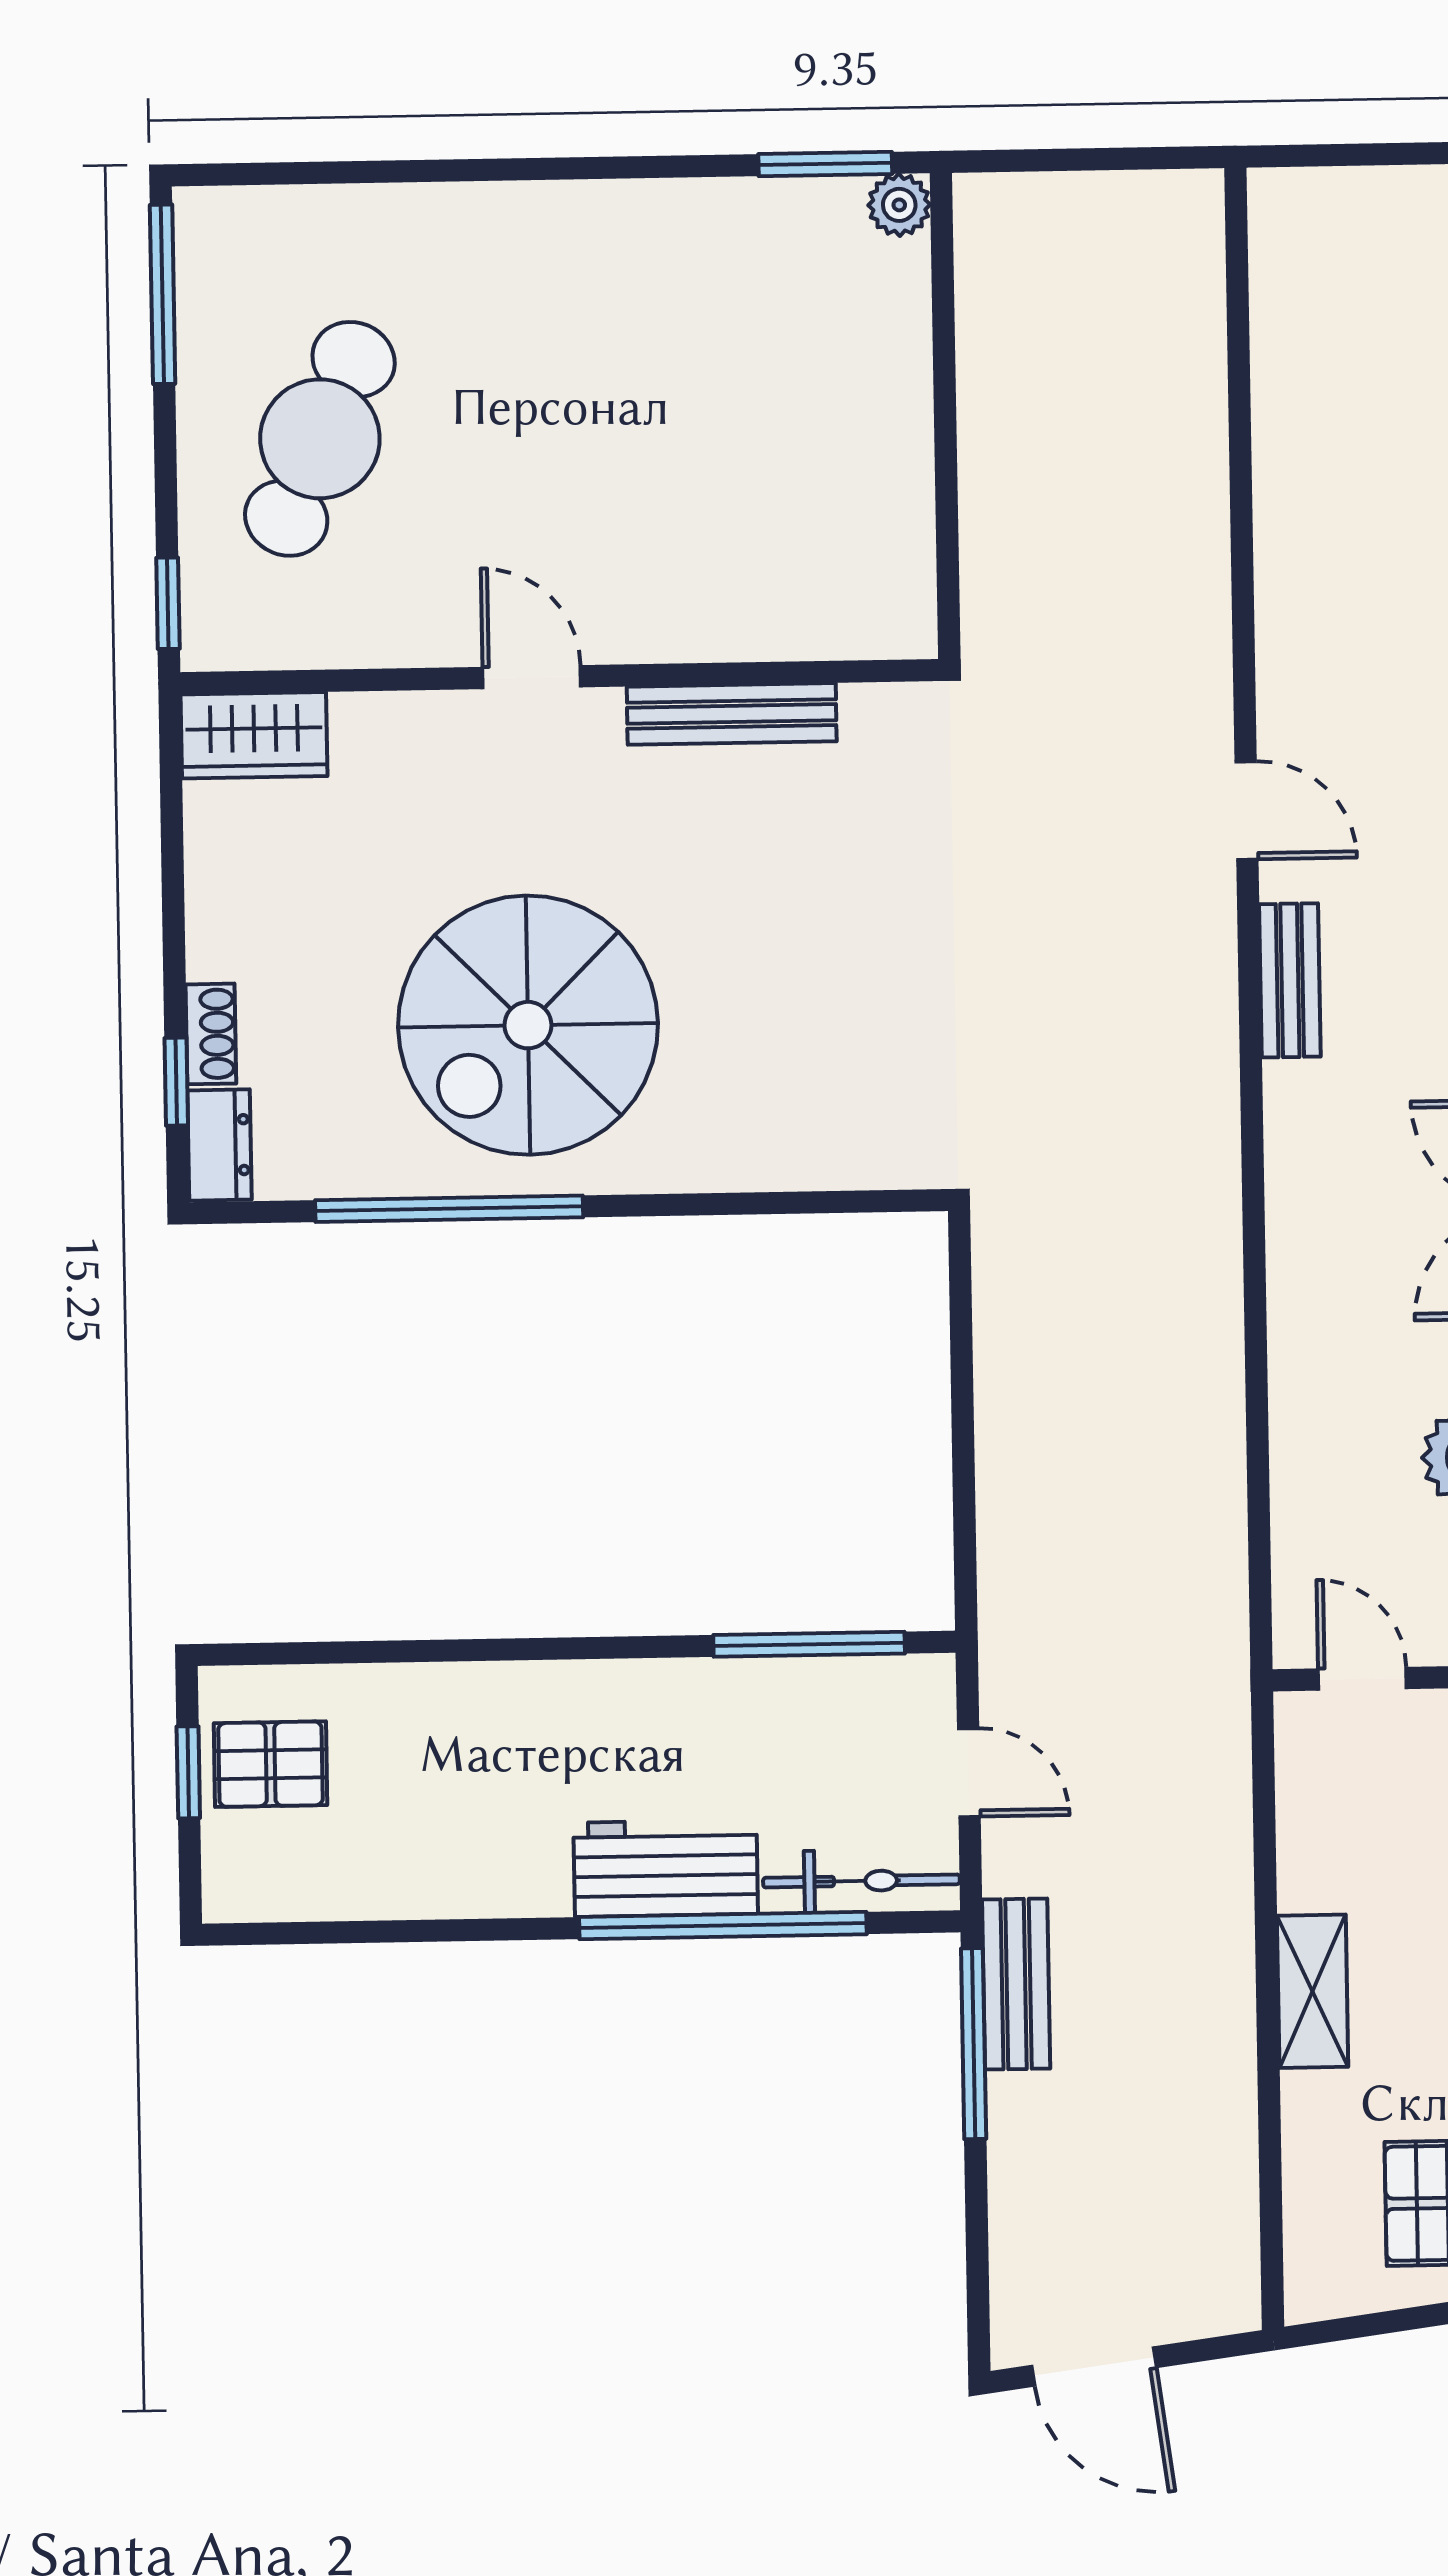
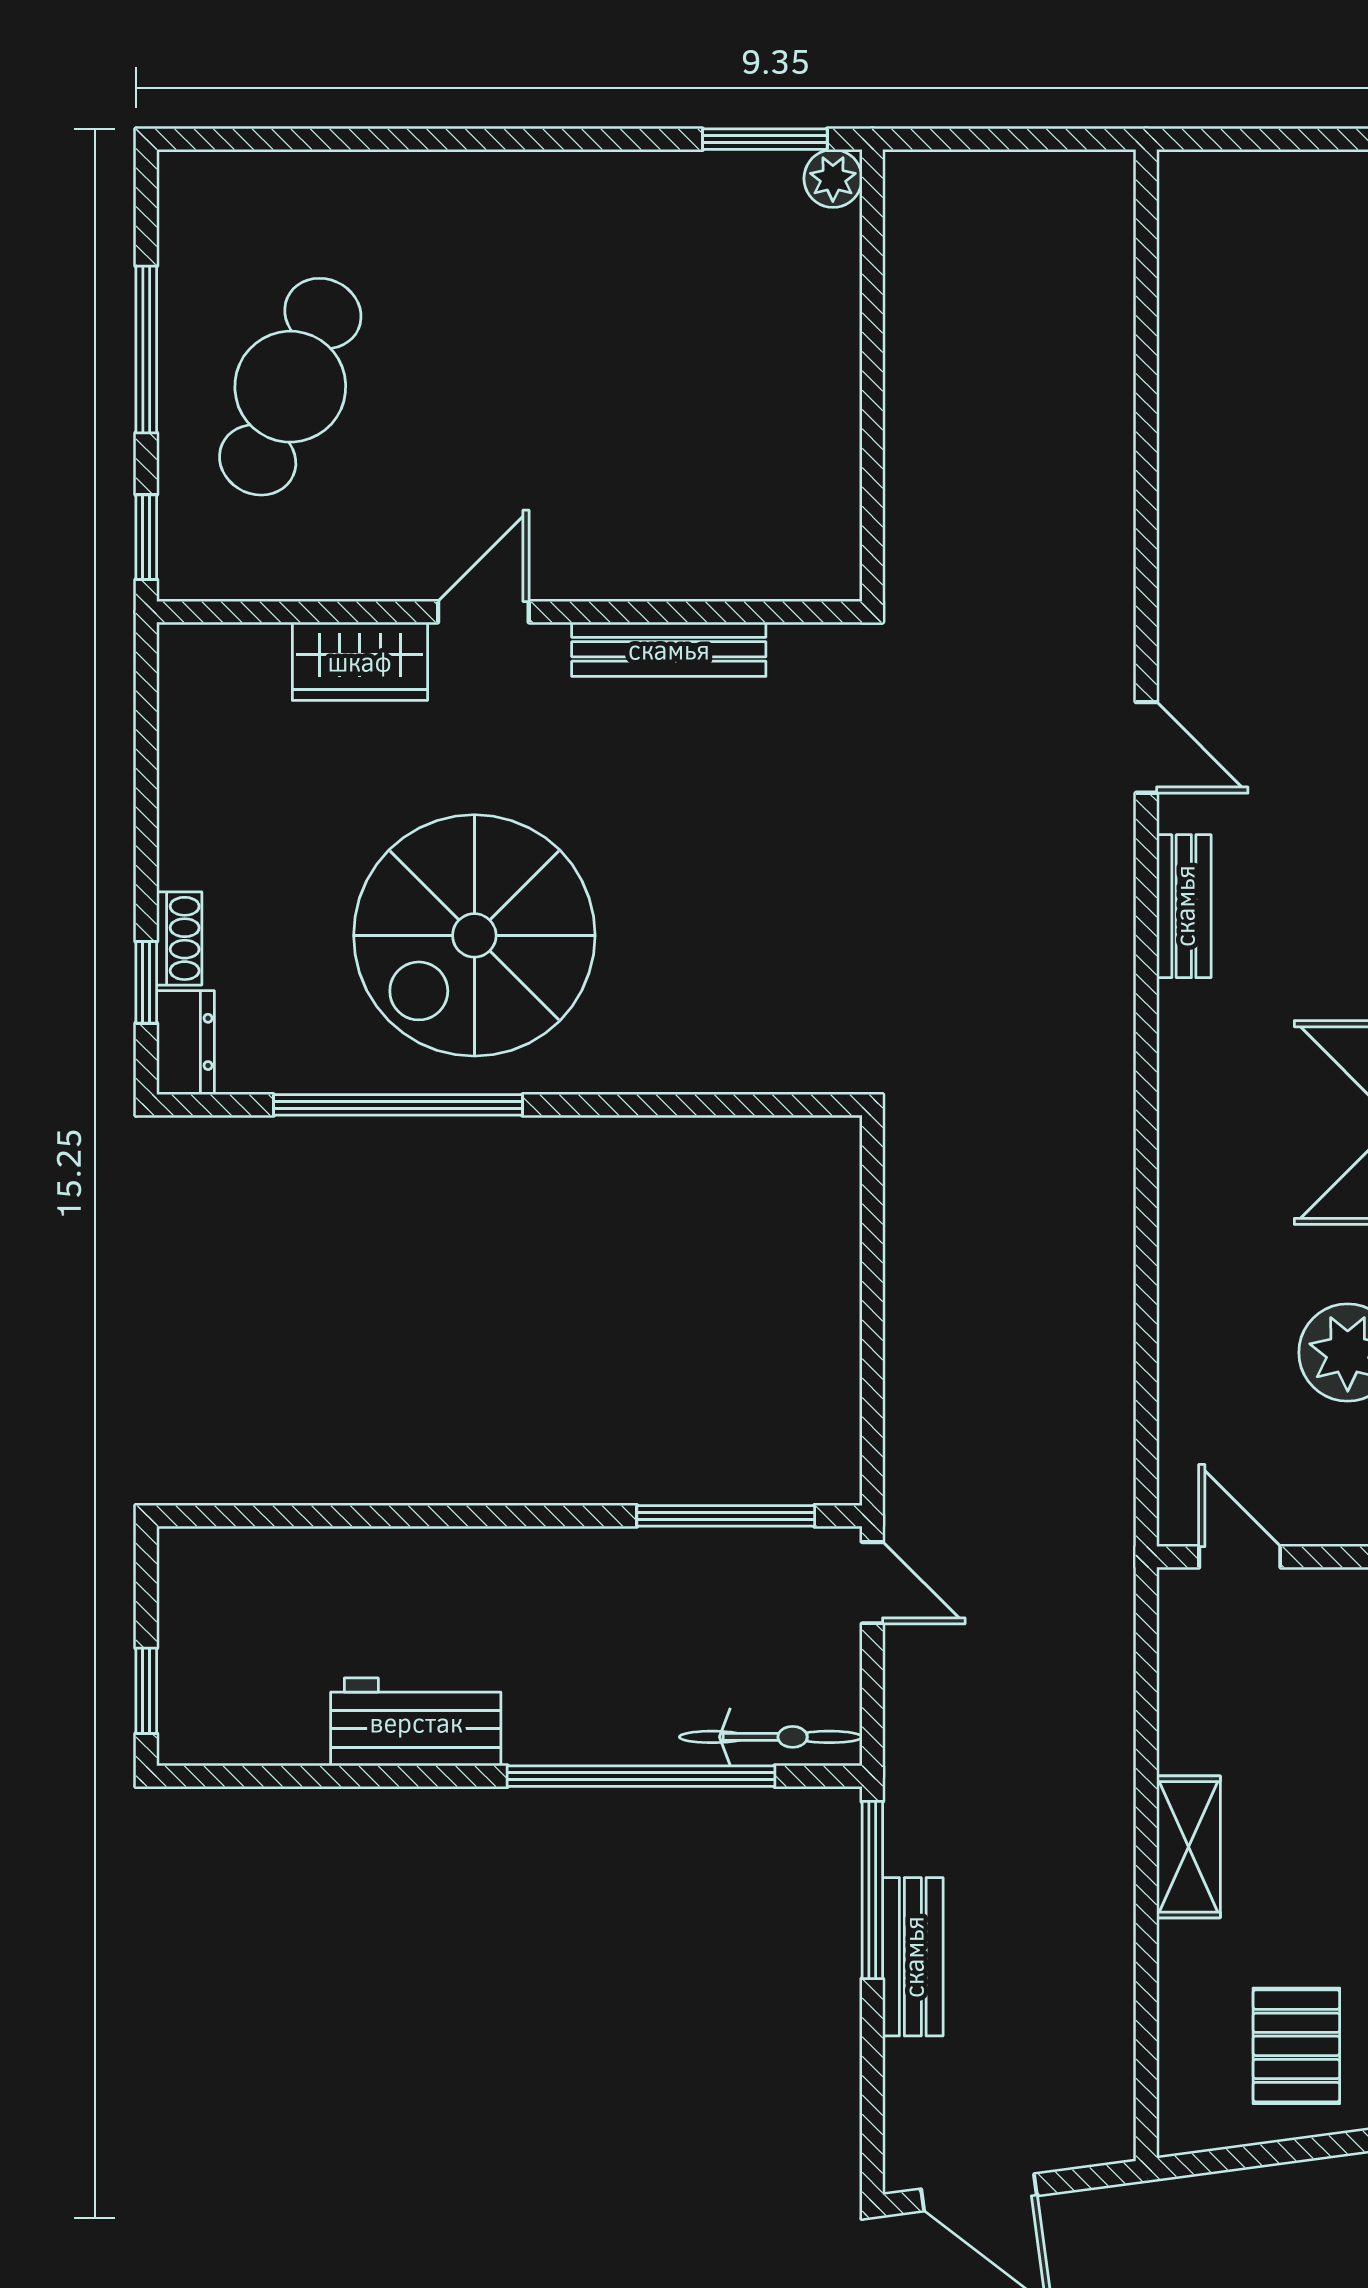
window: (163, 294) -> (146, 349), moved
door: (532, 677) -> (483, 612), hinge flipped
wardrobe: (254, 735) -> (360, 661), moved
pallet: (271, 1764) -> (223, 1619), removed
window: (188, 1772) -> (146, 1691), moved
door: (969, 1773) -> (872, 1583), moved
workbench: (666, 1868) -> (416, 1722), moved
bench: (1016, 1984) -> (913, 1957), moved

